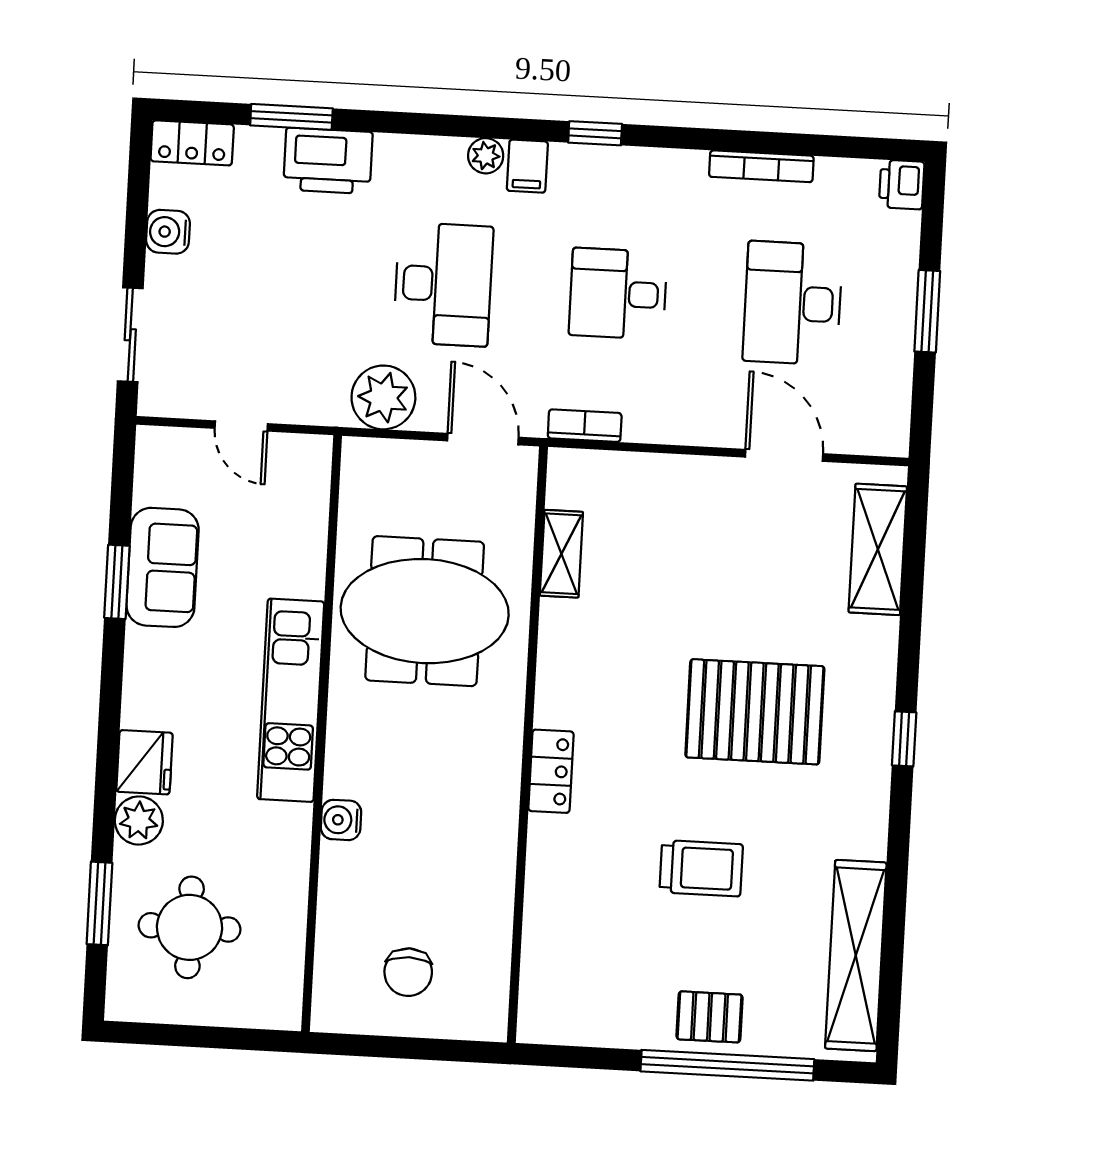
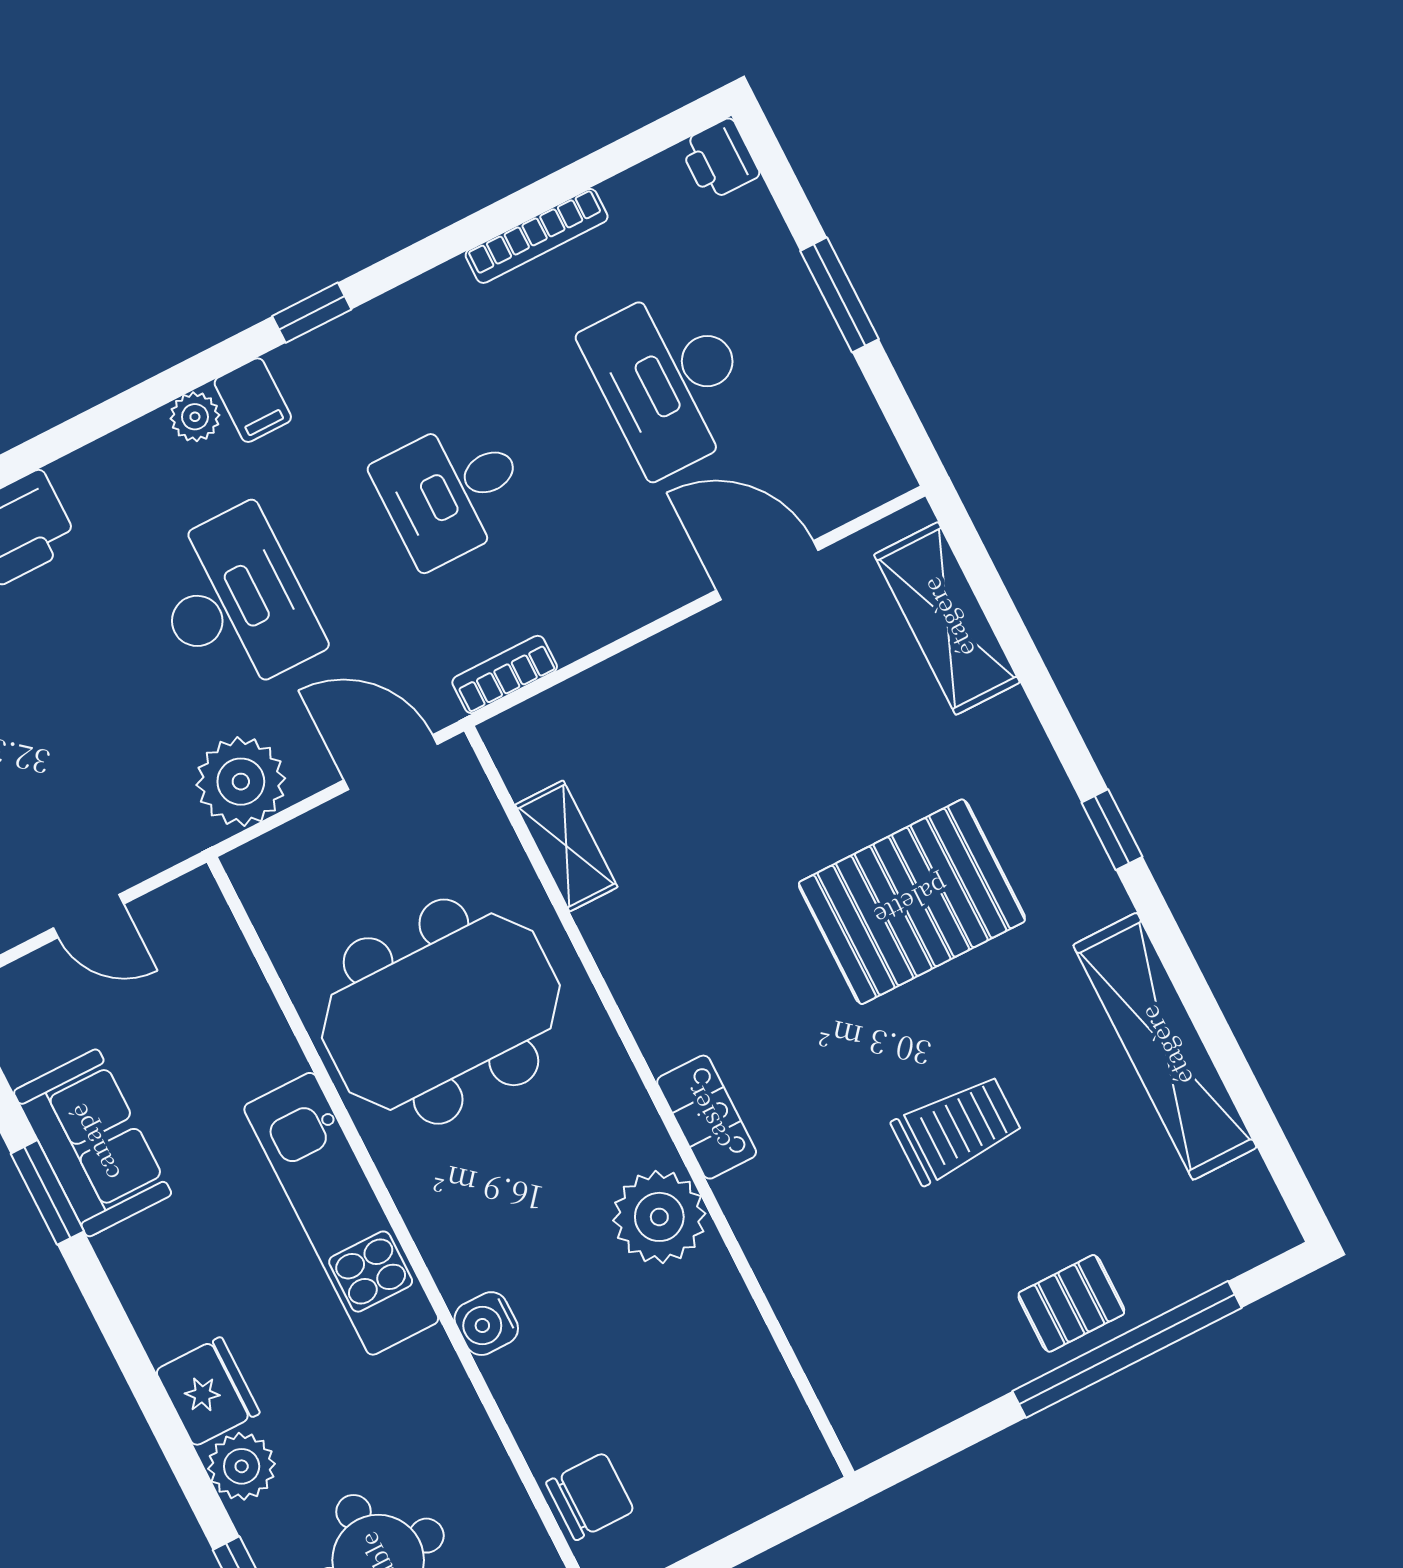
plant: (486, 816) -> (659, 1217), added
shelving: (856, 956) -> (1165, 1046), moved
chair: (408, 972) -> (590, 1497), moved, turned -90

